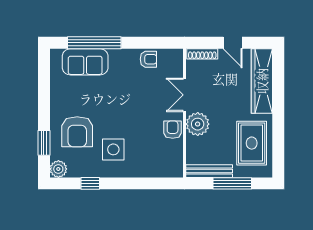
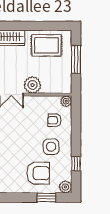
armchair: (173, 130) -> (54, 120), moved
plant: (175, 170) -> (66, 101), added
bench: (209, 171) -> (67, 77), removed

